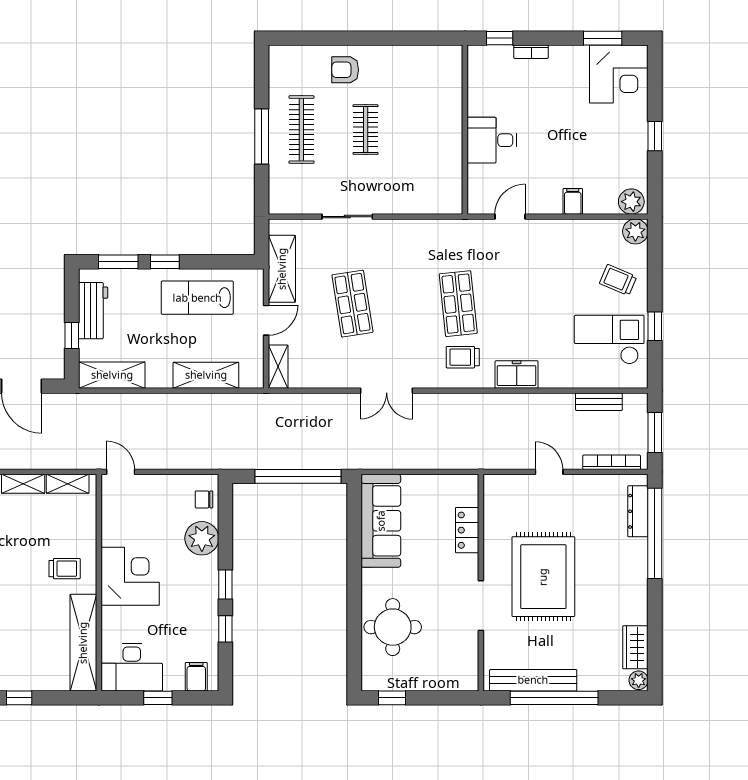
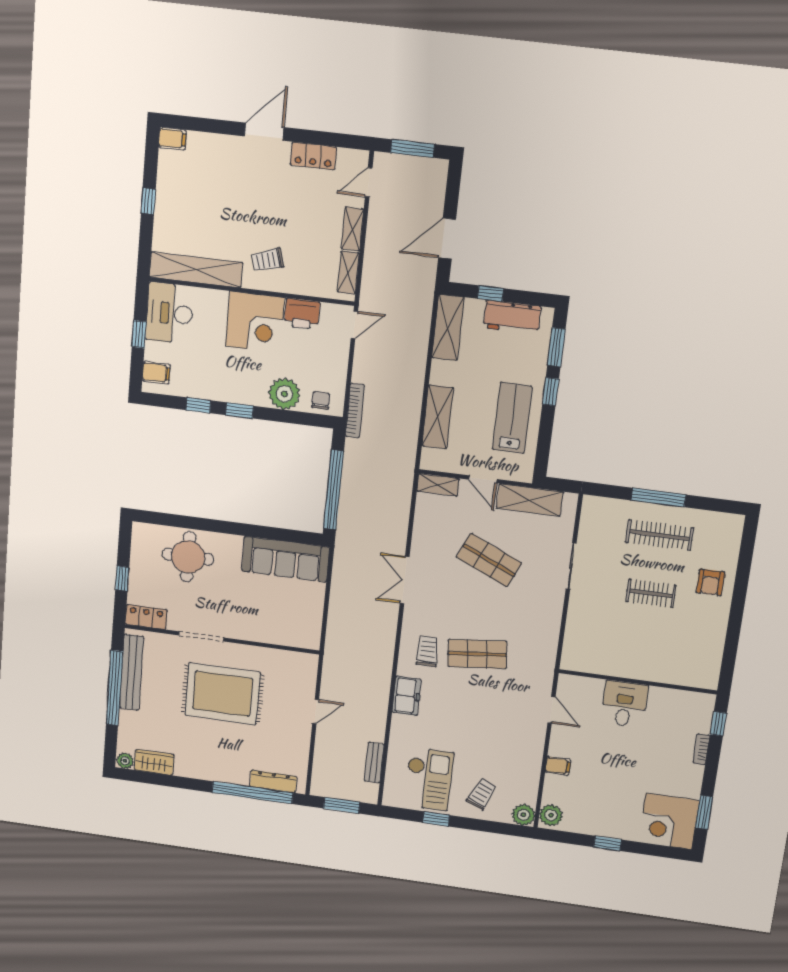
armchair: (345, 70) -> (710, 582), turned 180
shop shelf: (352, 304) -> (489, 560), turned 33
bookcase: (612, 462) -> (355, 411), moved
printer: (116, 528) -> (302, 314), added
locker: (467, 530) -> (146, 617), moved
trolley: (65, 569) -> (267, 260), turned 73
window: (392, 698) -> (122, 578), moved

